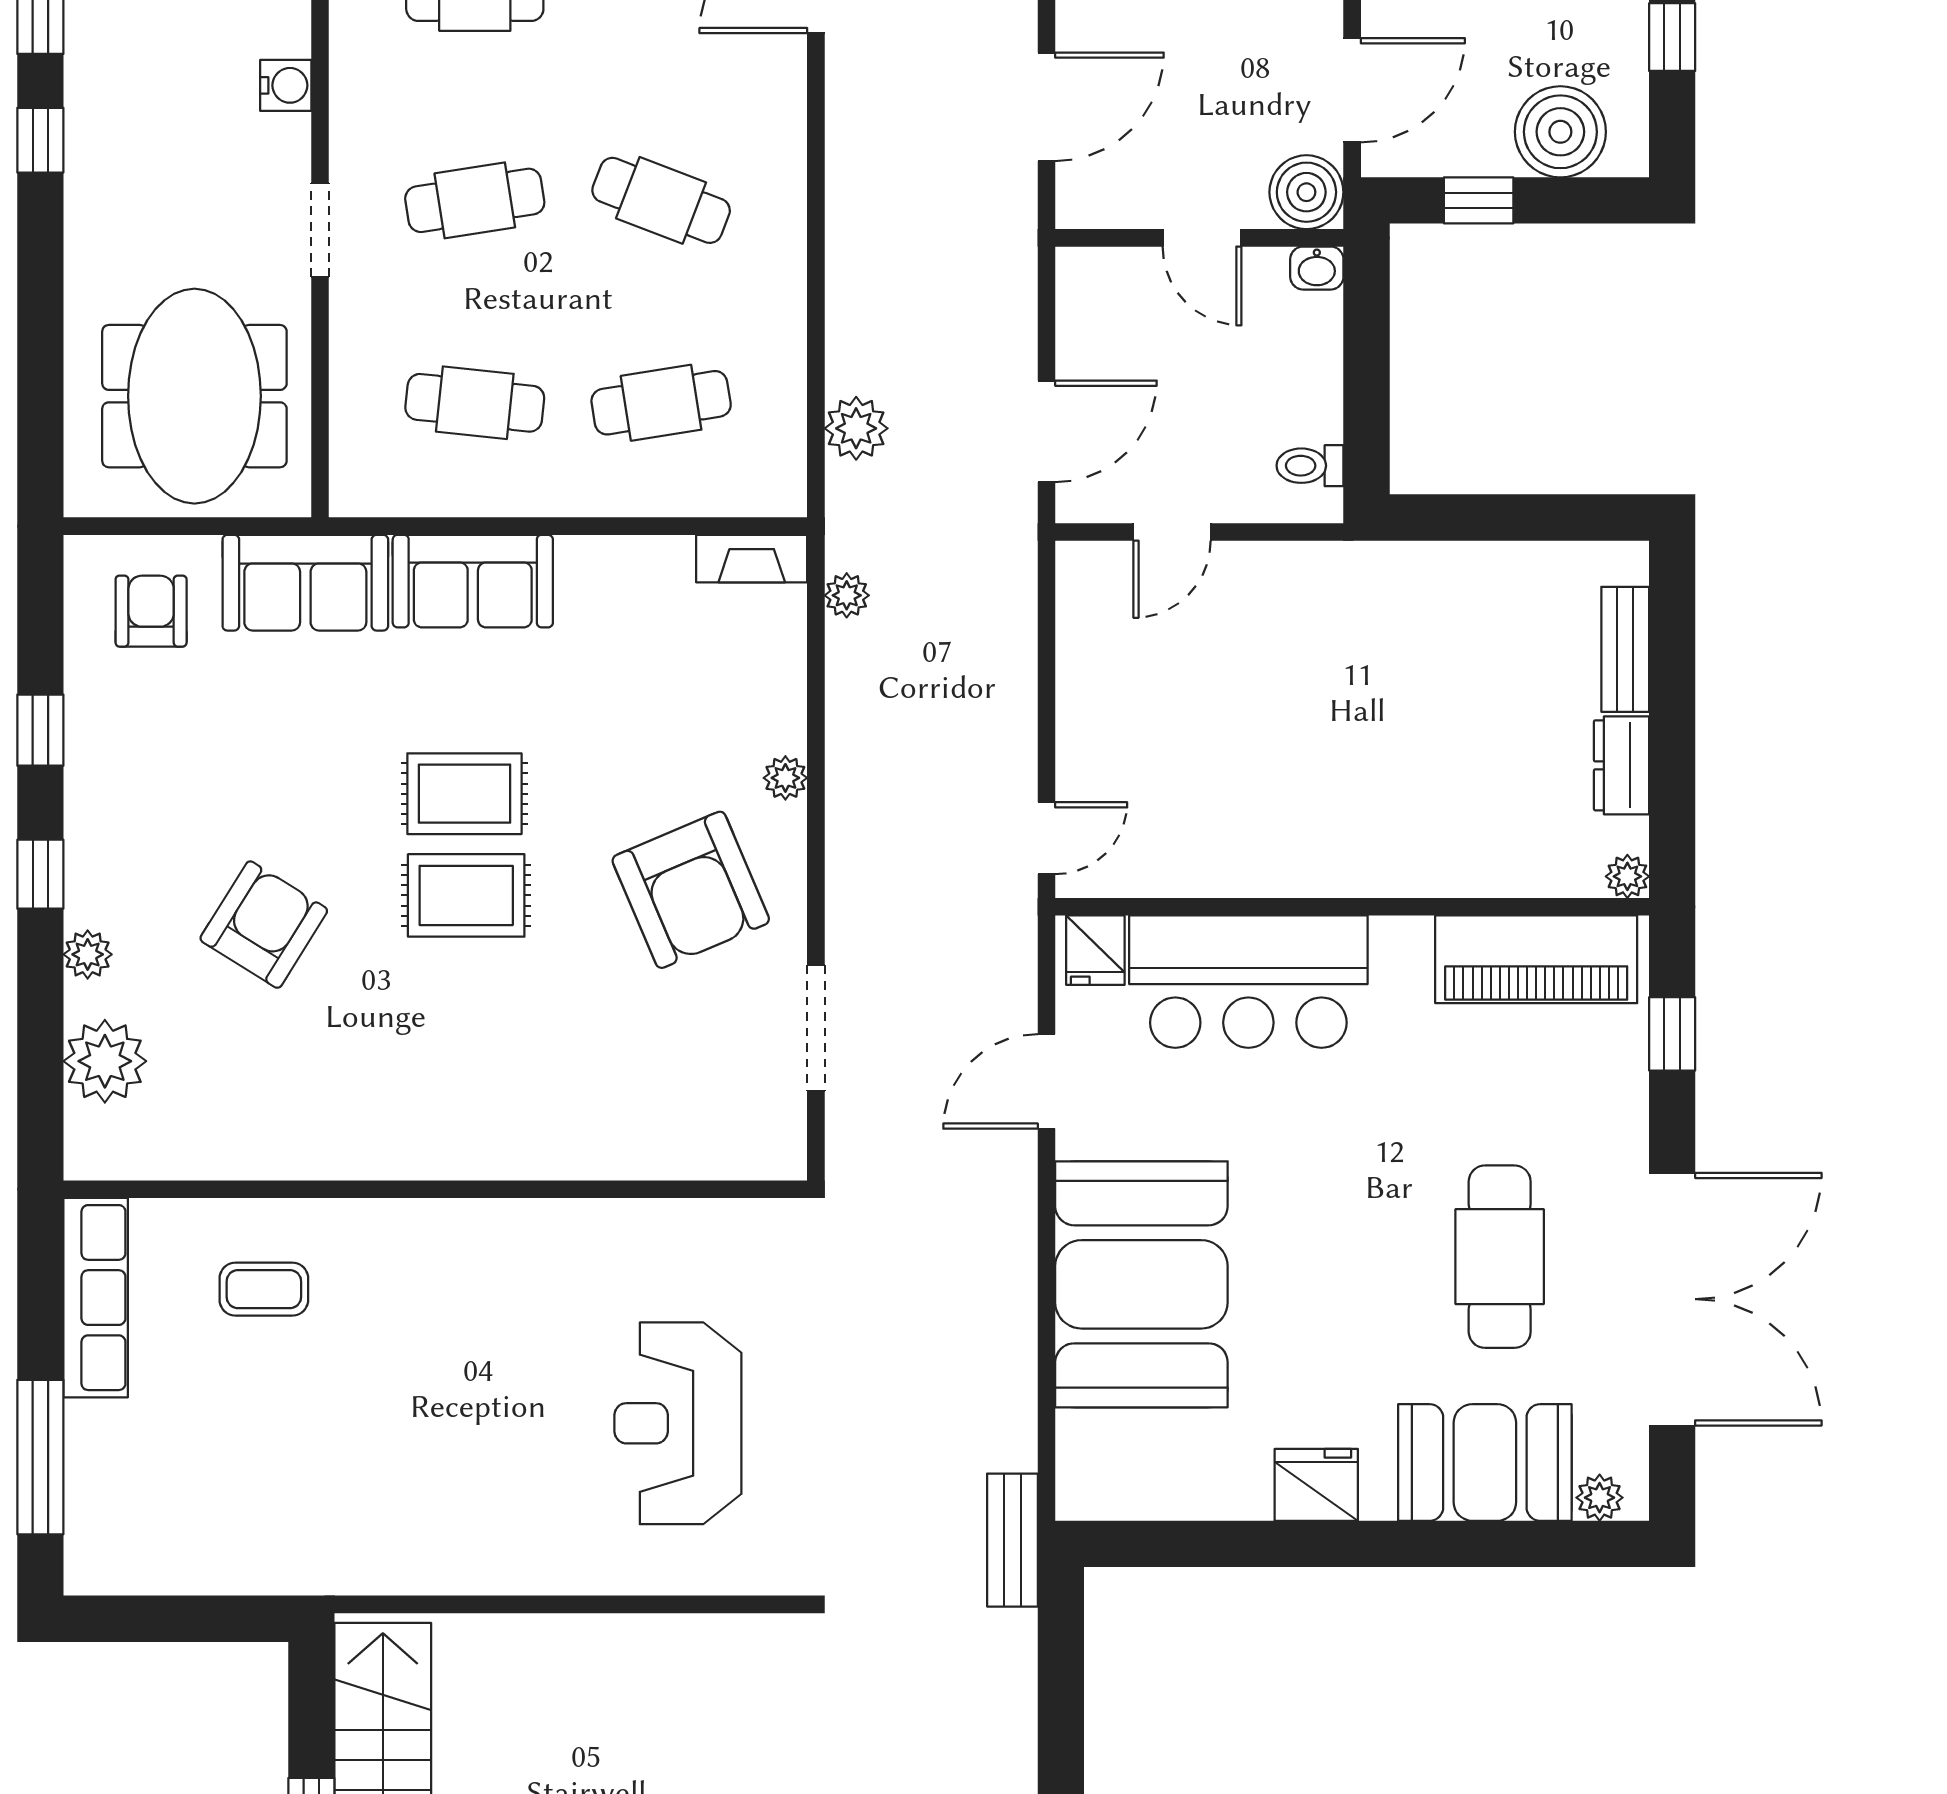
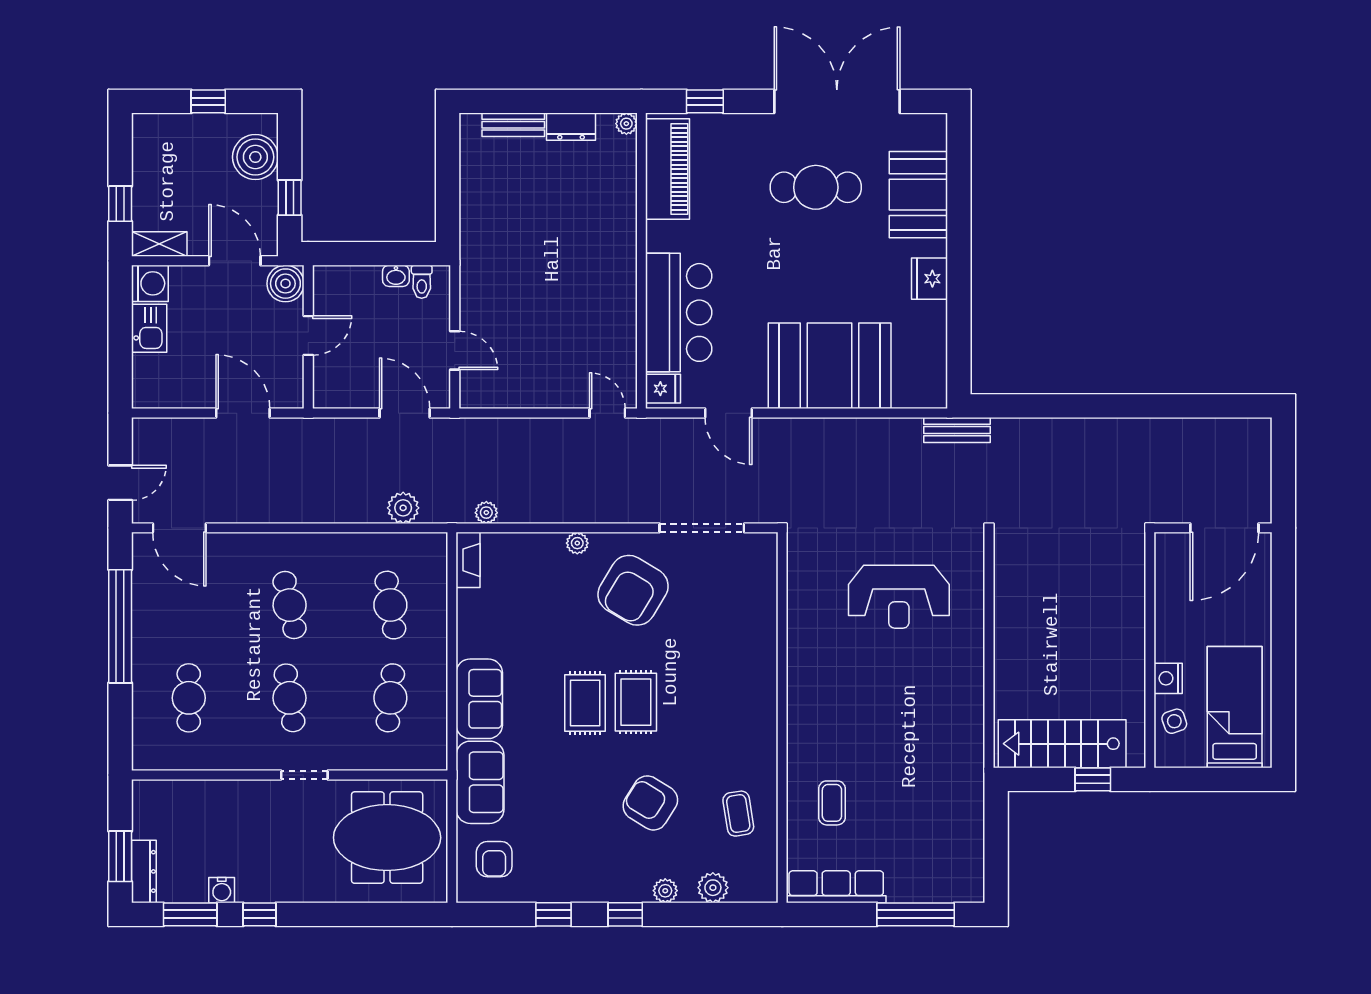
water cooler: (286, 85) -> (222, 890), moved, turned 180
cafe table: (661, 200) -> (290, 605), turned -33
washbasin: (1317, 268) -> (396, 276), moved, turned 90
armchair: (151, 611) -> (494, 859), turned -90
armchair: (691, 890) -> (633, 590), turned 144
doorway: (816, 1028) -> (702, 528), width x1.36
plant: (105, 1061) -> (713, 888), width x0.73, depth x0.73
coffee table: (243, 1101) -> (738, 814), added
plant: (1600, 1498) -> (936, 138), removed

